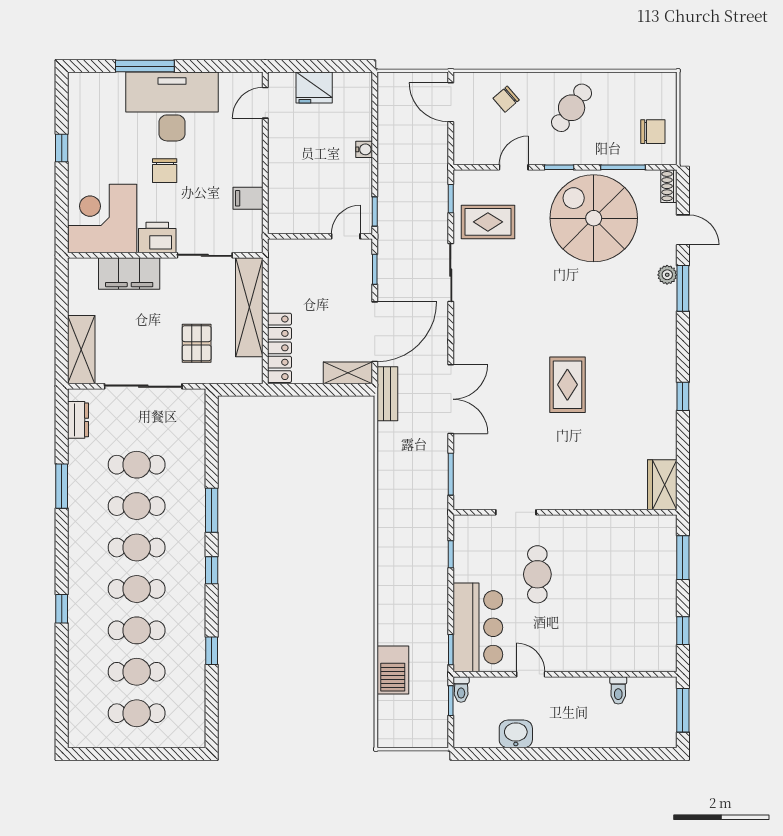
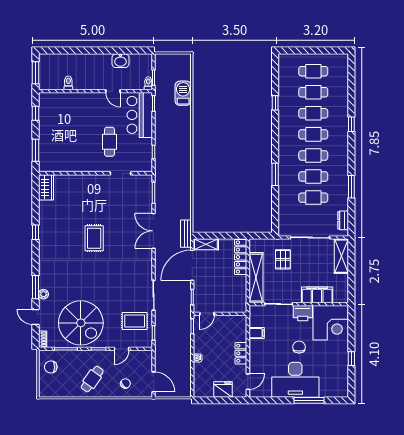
locker: (279, 159) -> (241, 353), added
window: (212, 570) -> (275, 144), removed

